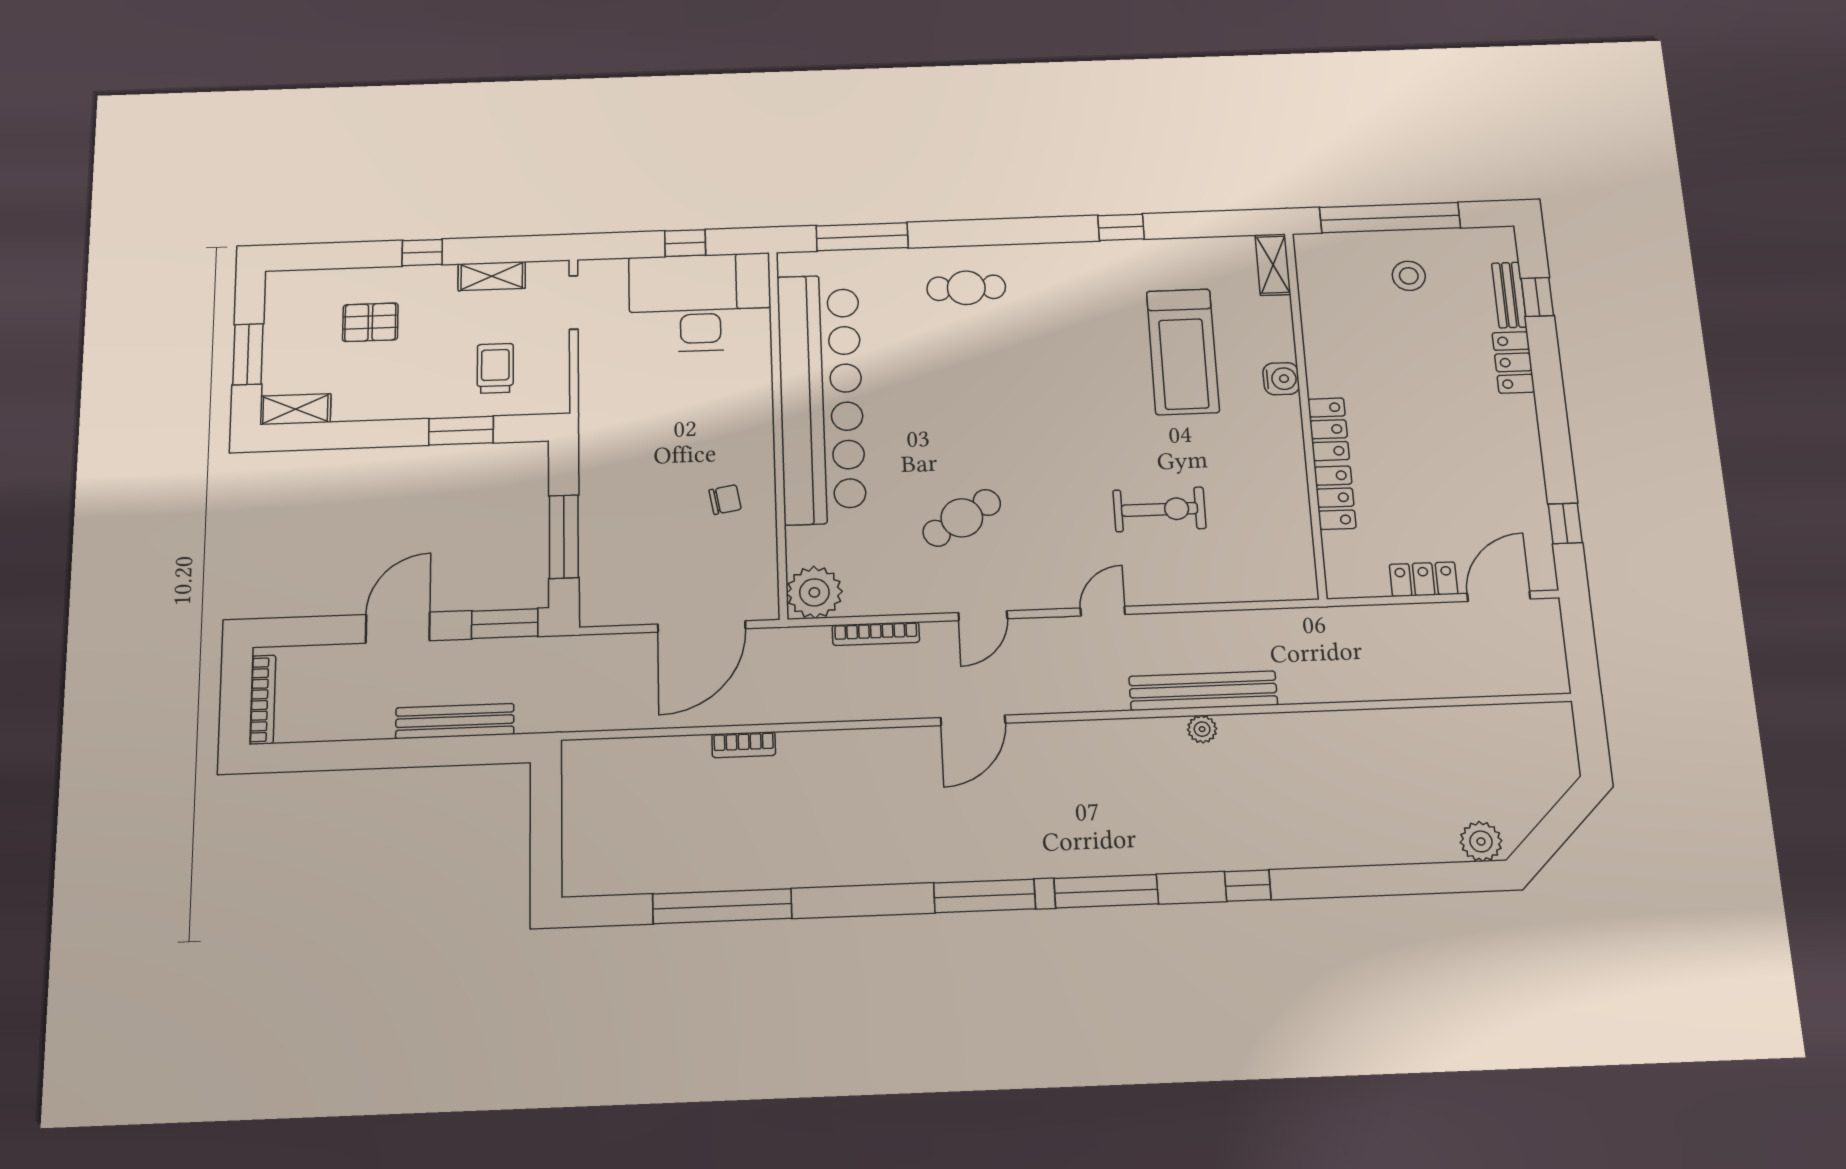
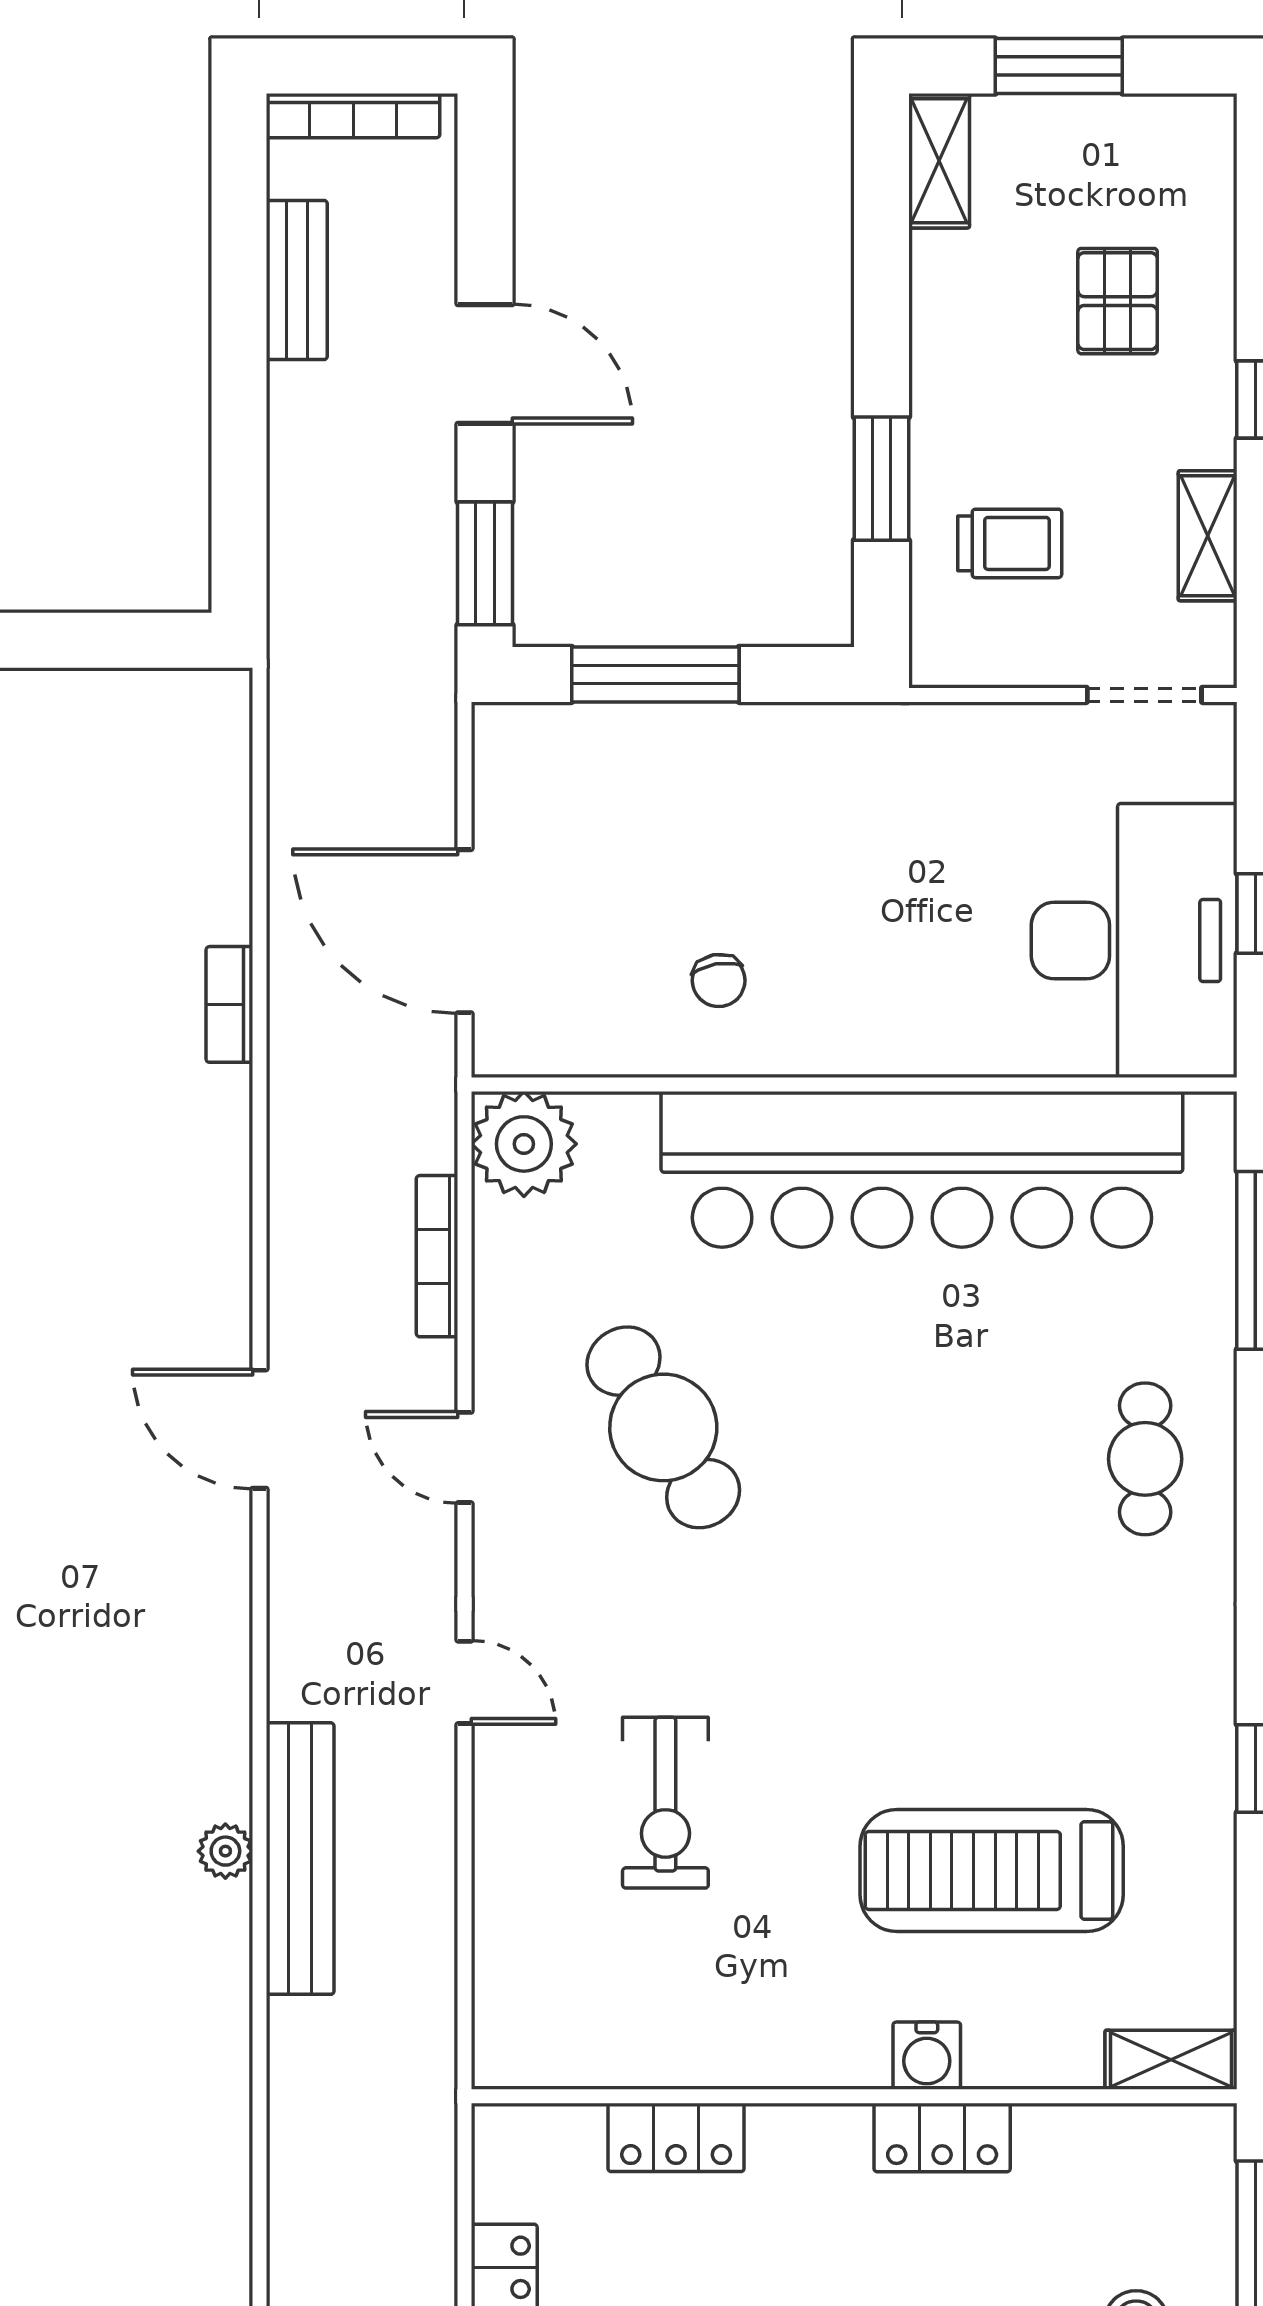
locker: (1329, 429) -> (942, 2137), moved
cafe table: (962, 518) -> (663, 1427), width x1.37, depth x1.35
bench: (455, 721) -> (297, 280), moved, width x0.73

